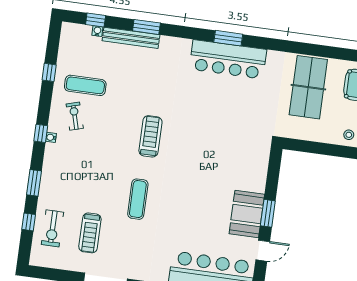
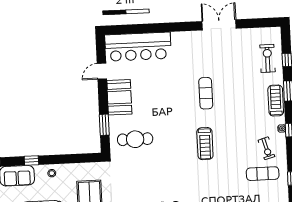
cafe table: (237, 158) -> (135, 139), added
window: (268, 213) -> (104, 125), moved
treadmill: (90, 233) -> (276, 101), moved

